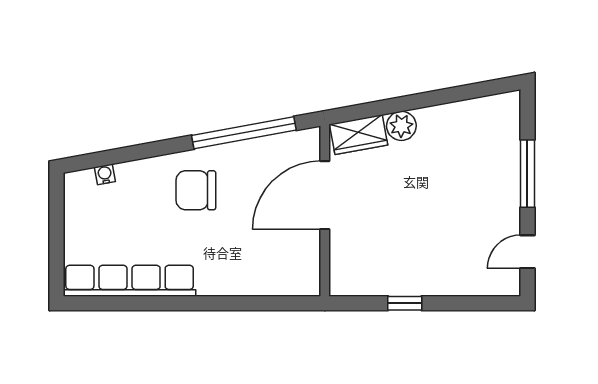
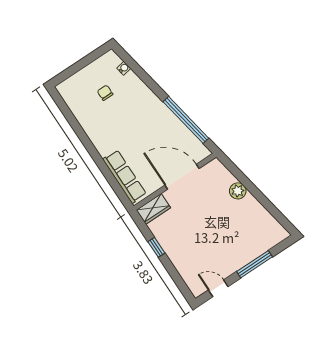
wardrobe: (359, 135) -> (153, 209), moved, turned -80
chair: (196, 190) -> (105, 93), moved, width x0.54, depth x0.54
row of seats: (130, 281) -> (125, 177), moved, width x0.73

